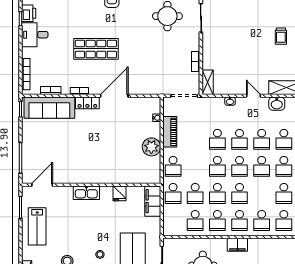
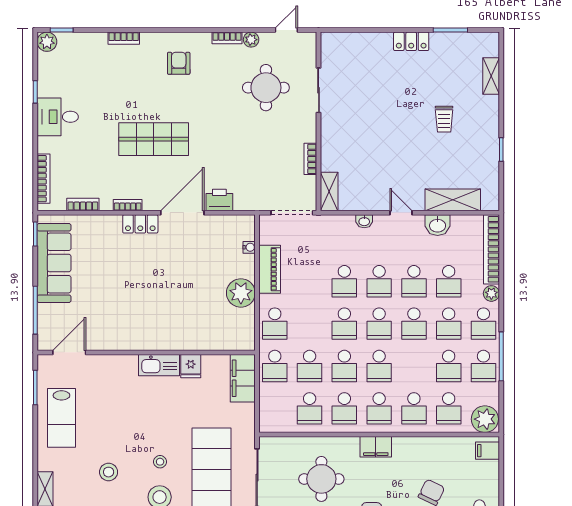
printer: (29, 13) -> (219, 200), moved, turned -90
sofa: (49, 108) -> (54, 263), moved, turned -90
kitchen sink: (86, 193) -> (159, 365), moved

